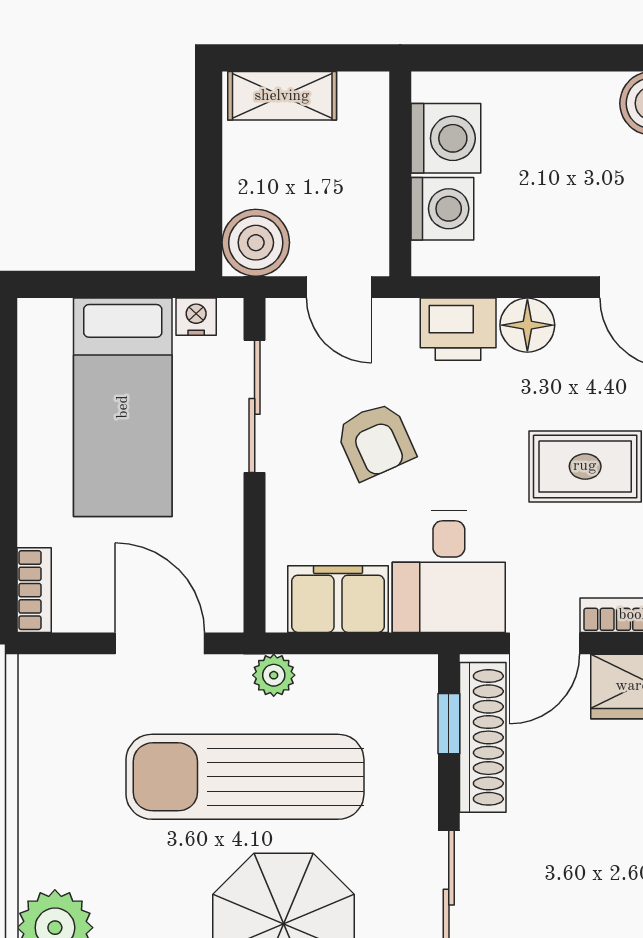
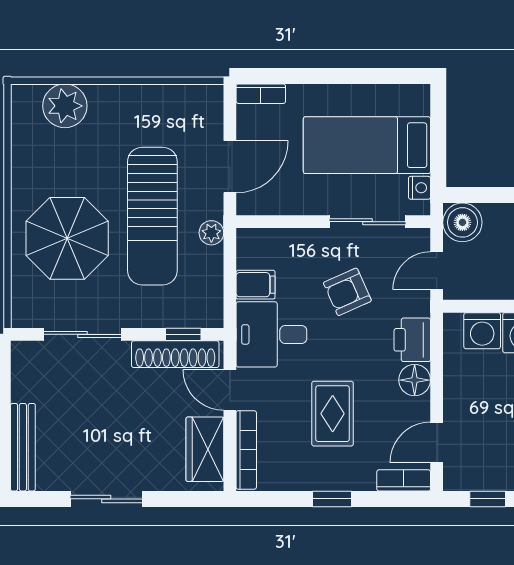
filing cabinet: (338, 599) -> (256, 285), width x0.50
sun lounger: (245, 777) -> (152, 216), turned 180

